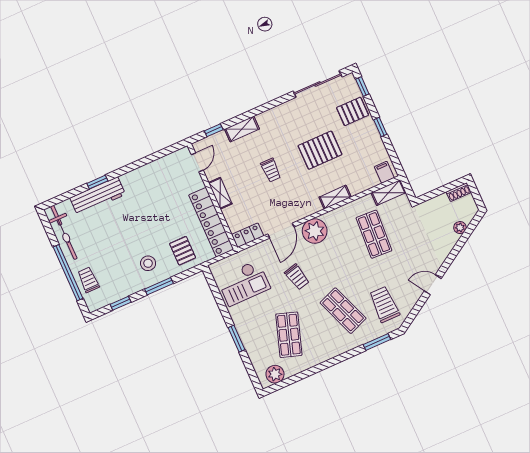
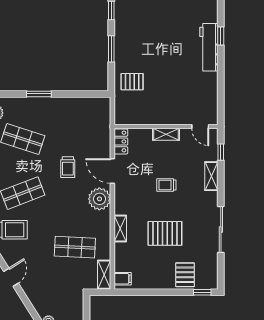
sliding door: (318, 84) -> (221, 230), moved
window: (380, 127) -> (162, 292), removed
pallet: (320, 150) -> (165, 233), turned 90
workbench: (98, 196) -> (209, 47), moved
locker: (211, 222) -> (145, 116), removed
stool: (148, 263) -> (134, 48), removed
trolley: (297, 277) -> (68, 167), turned -76
checkout: (244, 283) -> (83, 120), removed

